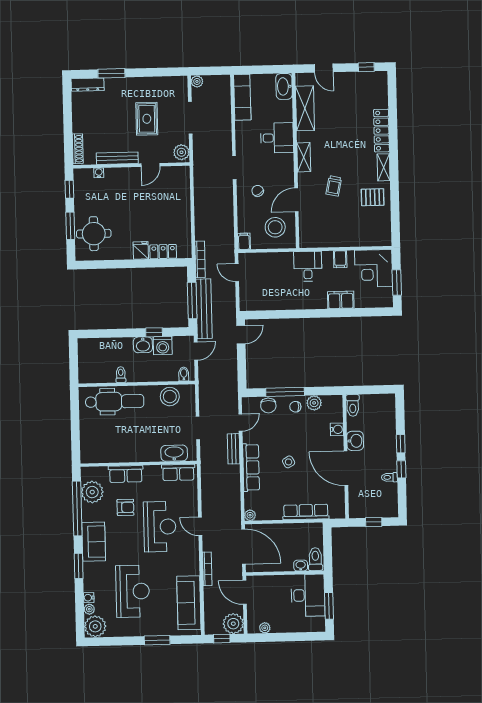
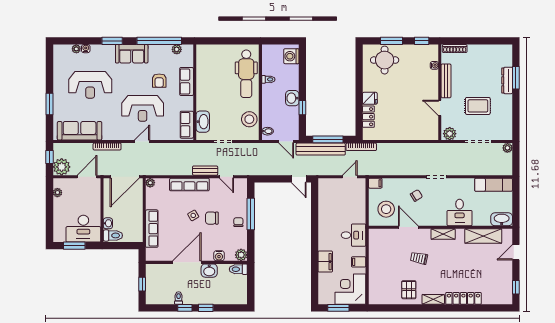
dresser: (88, 85) -> (507, 80), moved
washing machine: (163, 346) -> (291, 56), moved
plant: (314, 403) -> (241, 255), moved
chair: (268, 406) -> (212, 218), moved
plant: (92, 492) -> (177, 49), width x0.53, depth x0.53
plant: (95, 626) -> (62, 53), removed

